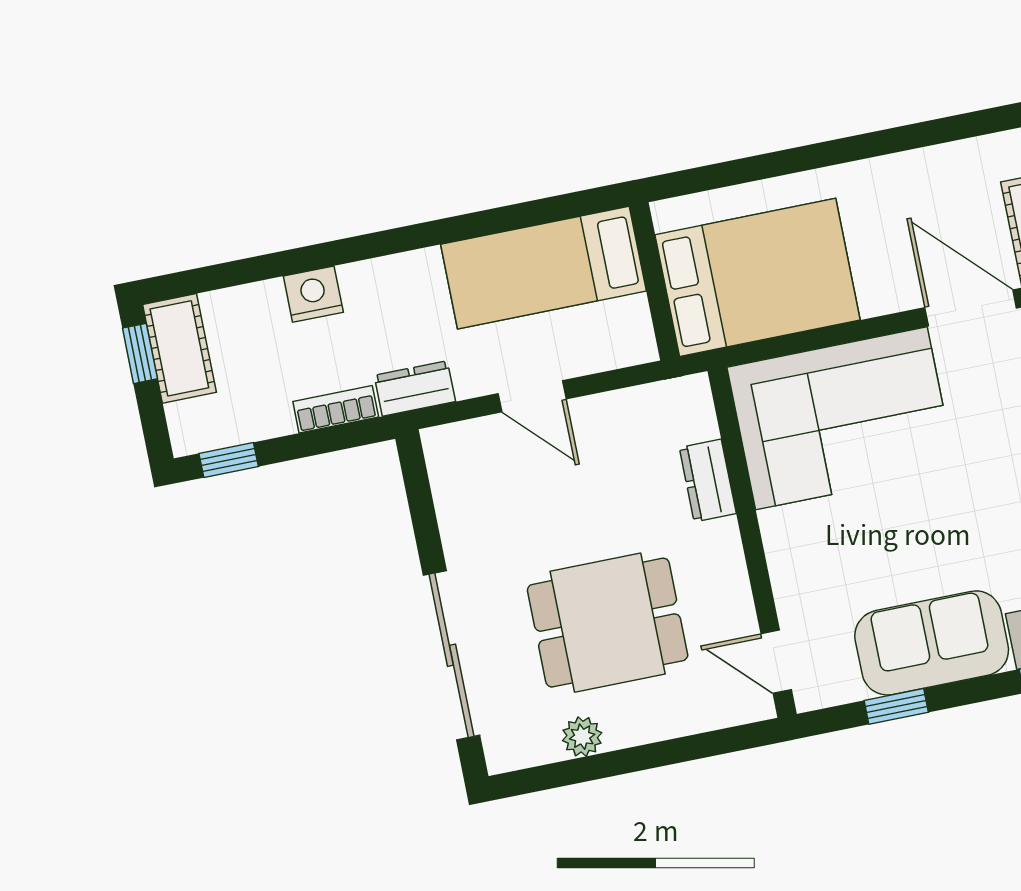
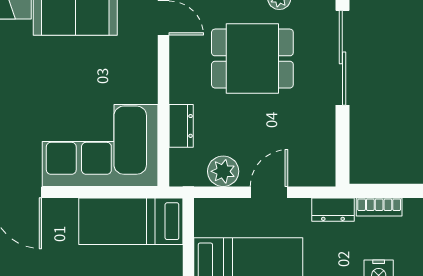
bed: (758, 277) -> (131, 221), width x0.67
door: (532, 396) -> (269, 192), hinge flipped
plant: (619, 417) -> (223, 171), added

